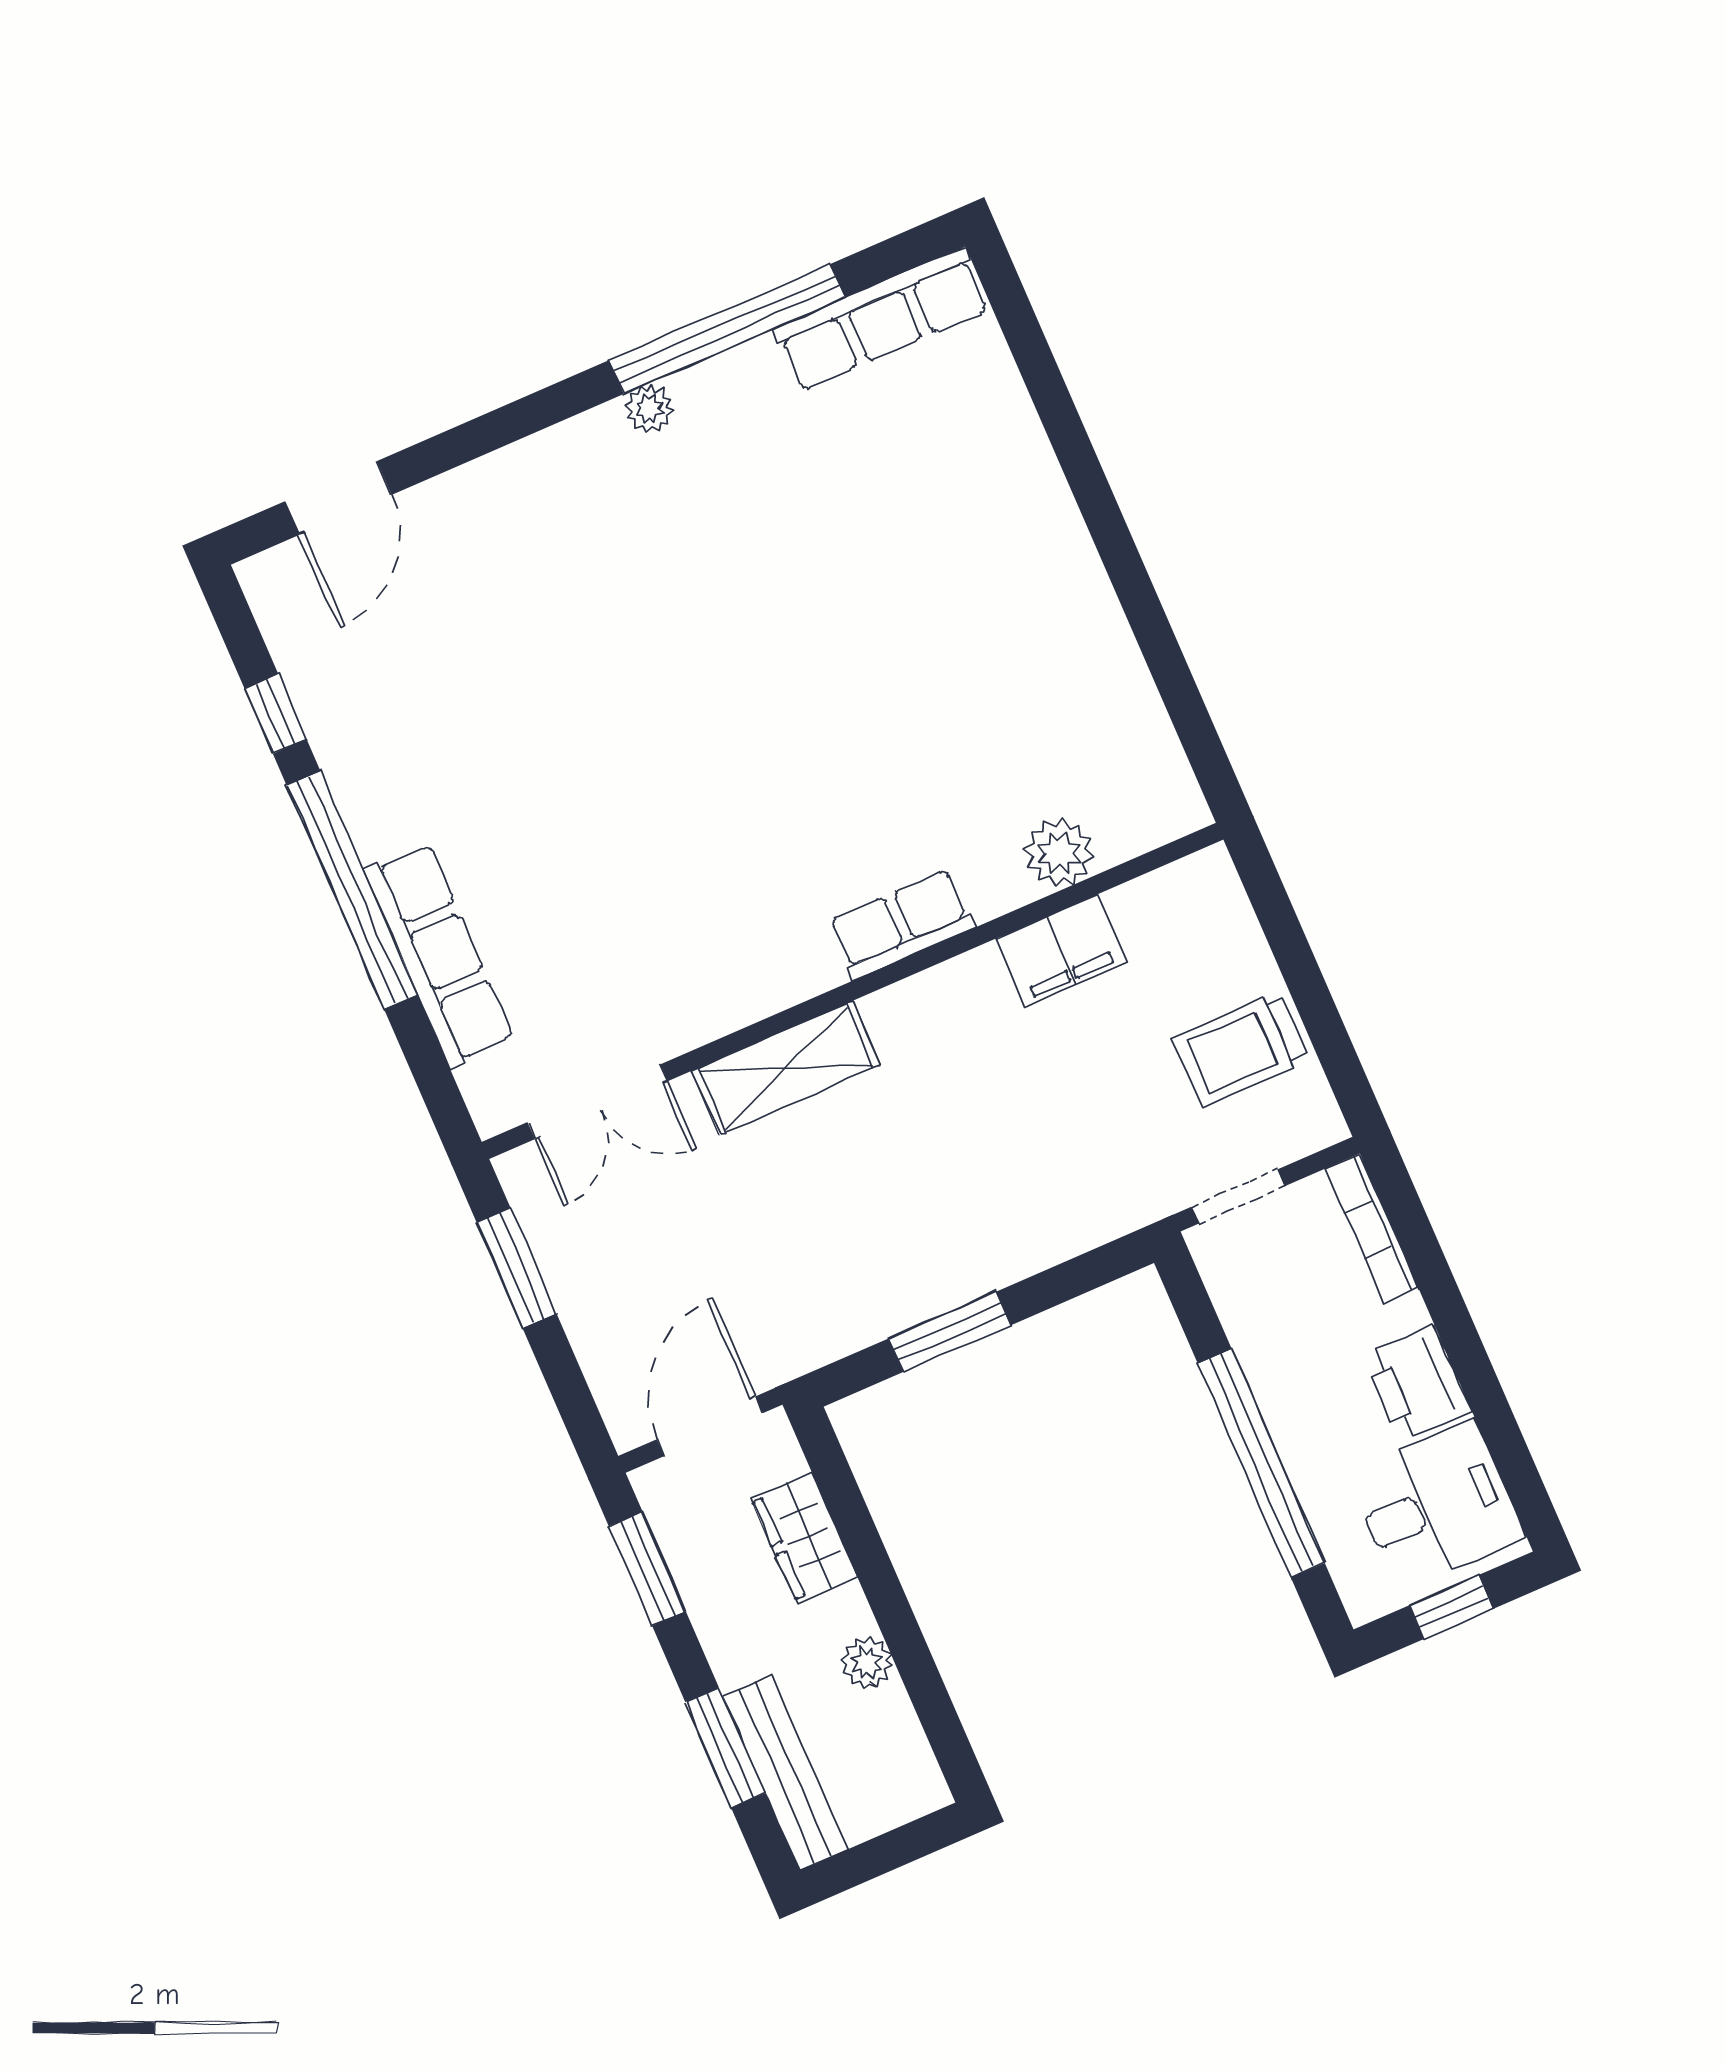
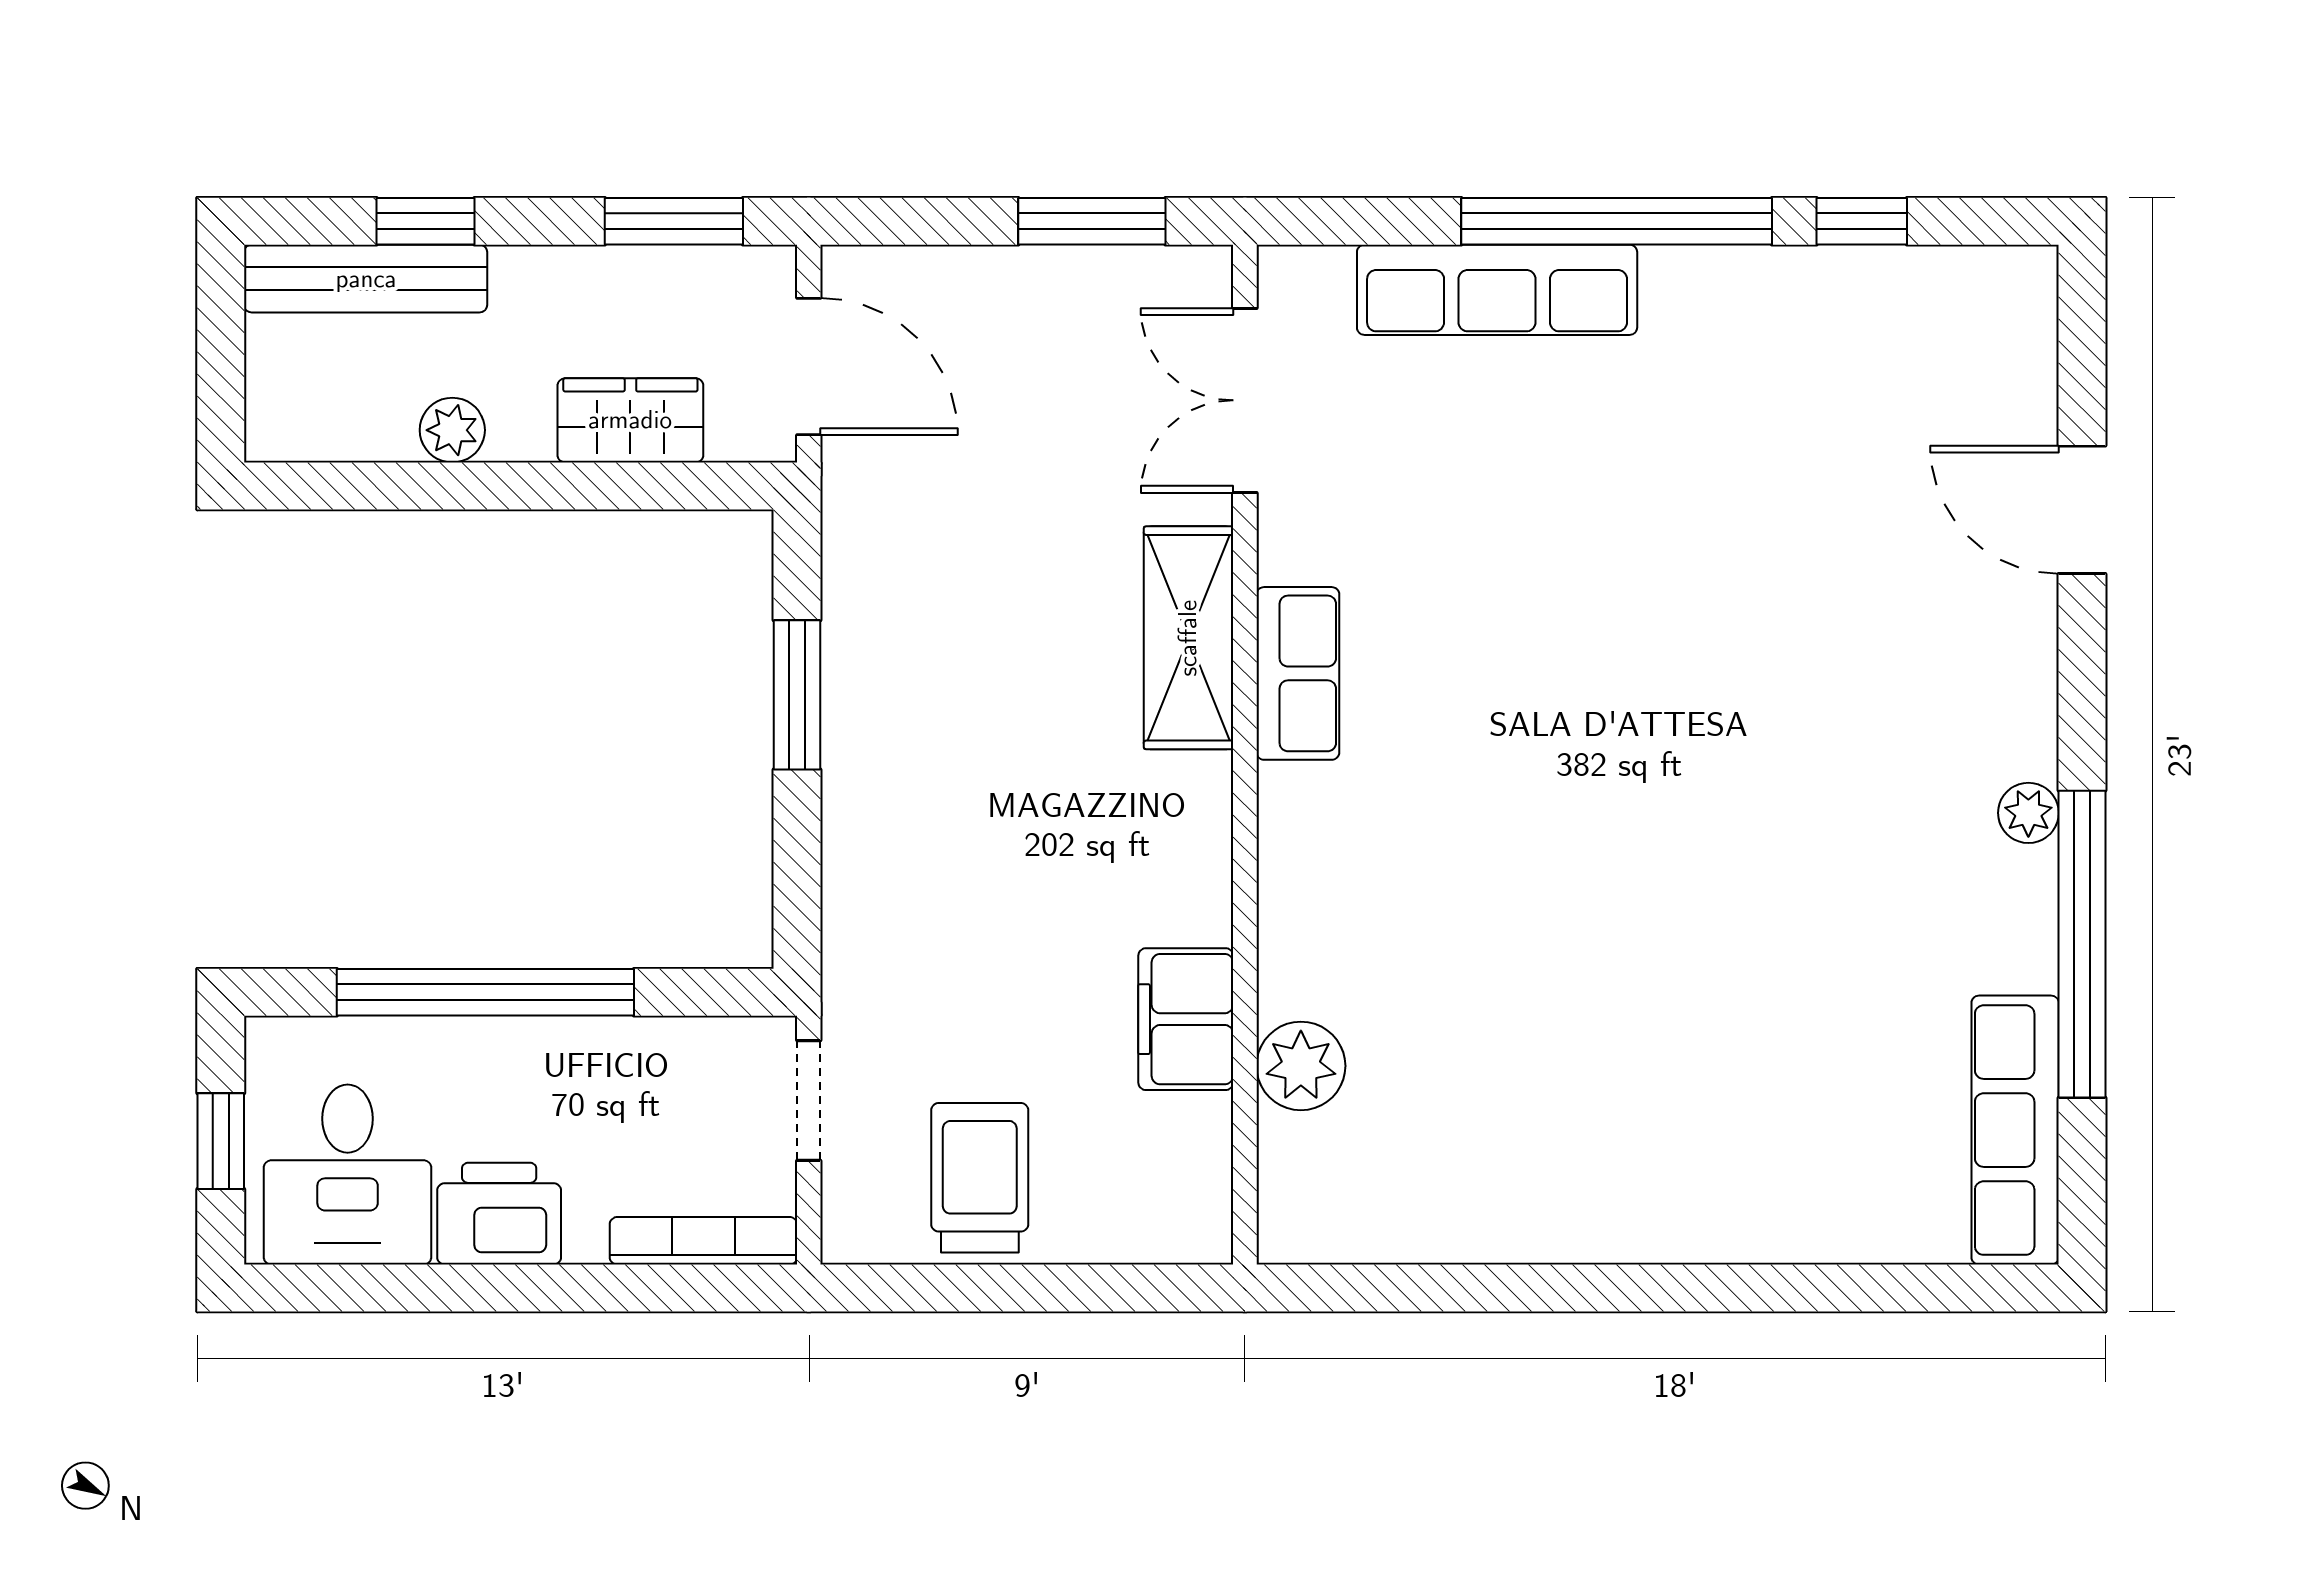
door: (338, 498) -> (2082, 510), moved
row of seats: (901, 924) -> (1298, 673), moved
window: (725, 1748) -> (425, 221), width x0.67

